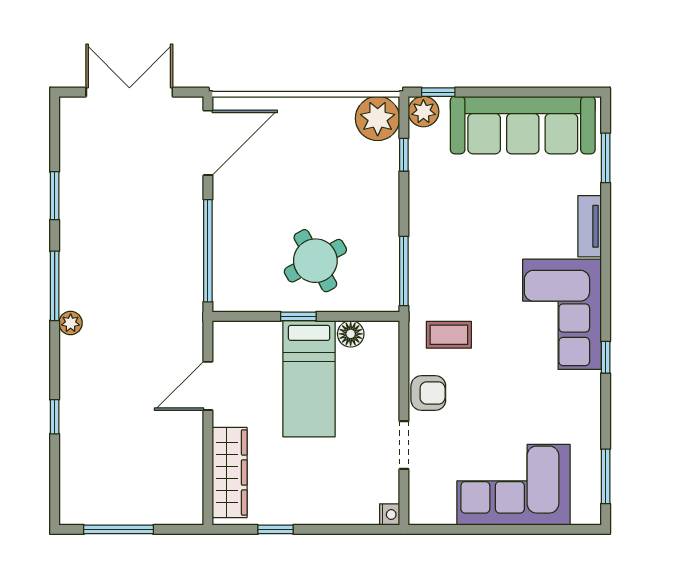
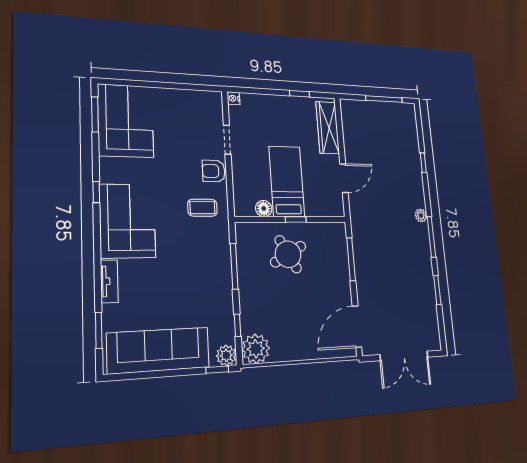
window: (208, 251) -> (351, 259), width x0.68
window: (404, 271) -> (234, 266), moved
corner sofa: (513, 485) -> (126, 121), moved, turned -90

